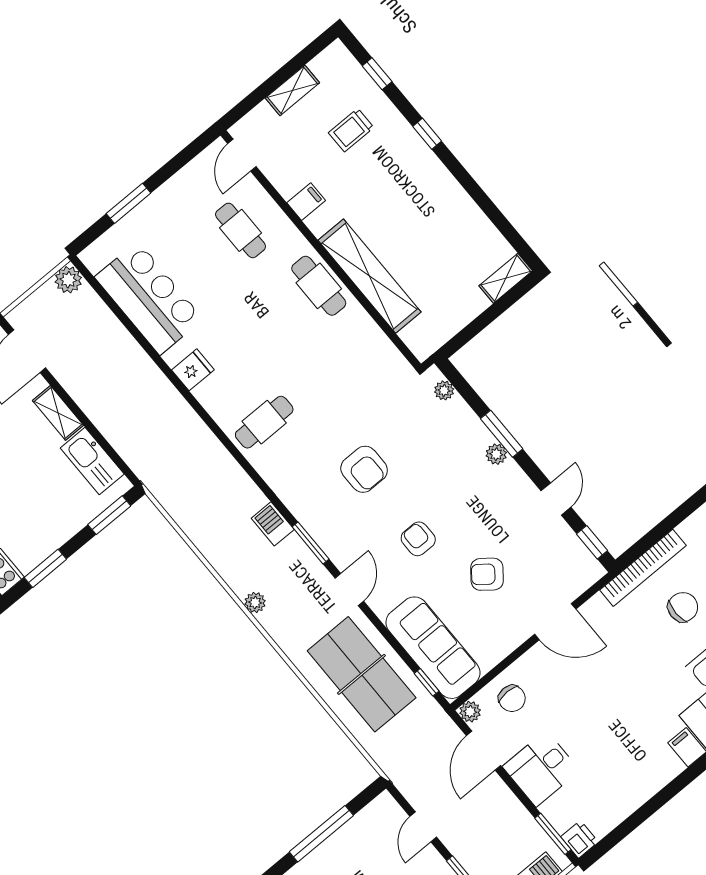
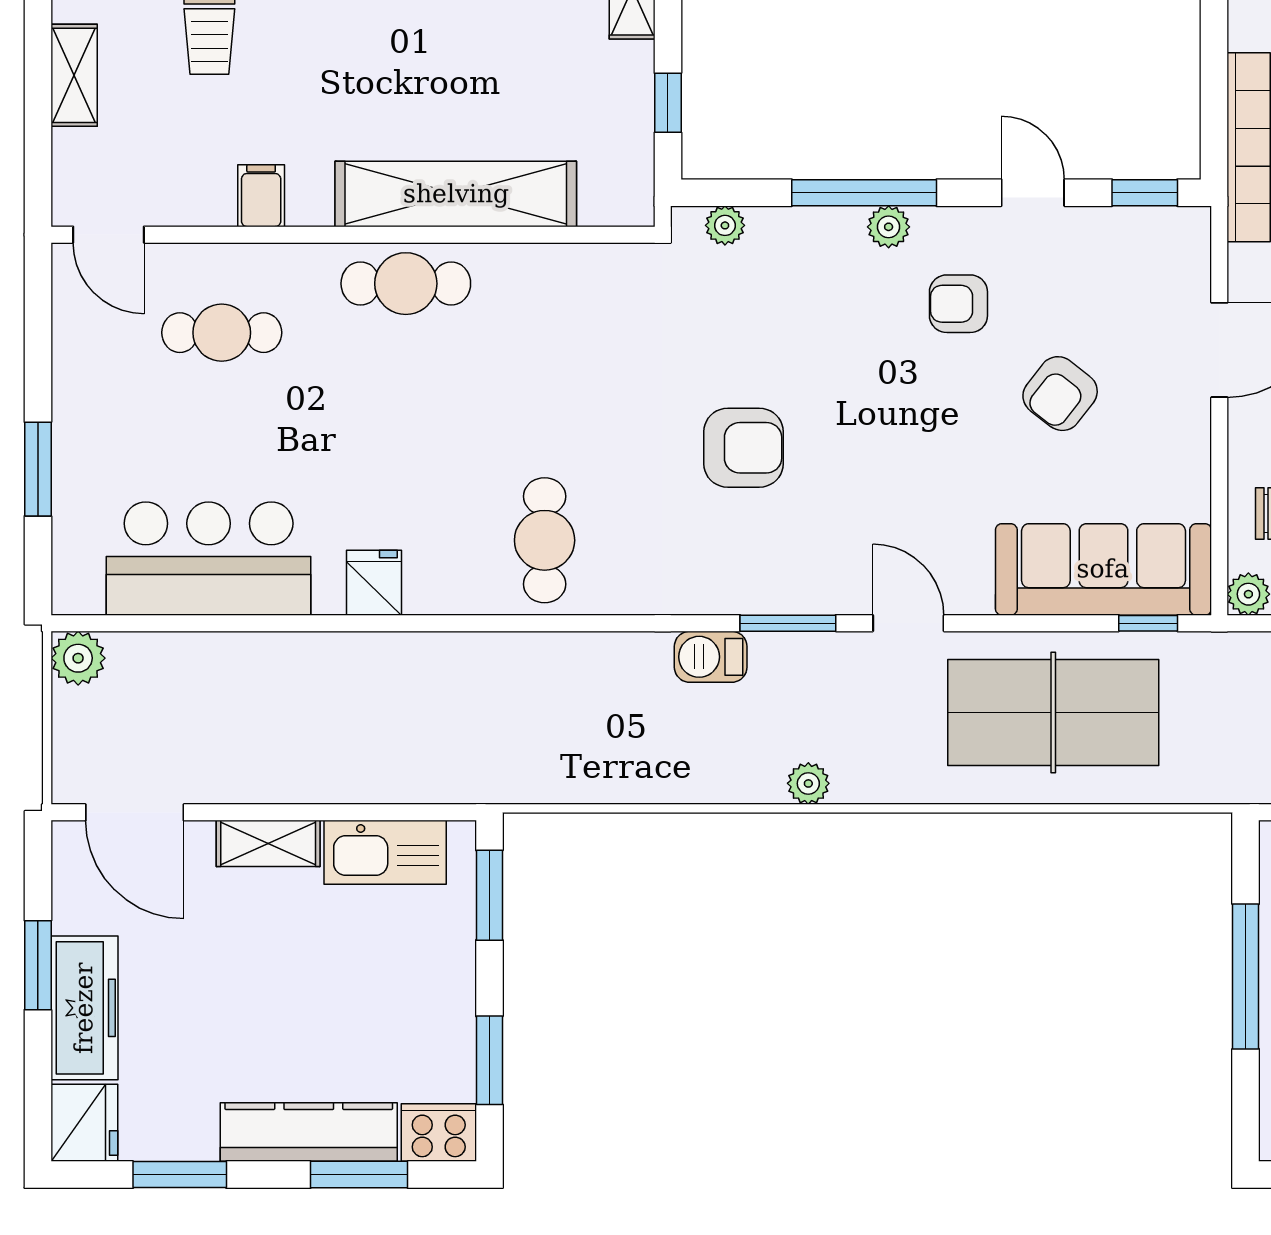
window: (473, 329) -> (668, 103), added
window: (502, 434) -> (864, 193), width x1.44
armchair: (418, 539) -> (958, 304), moved

